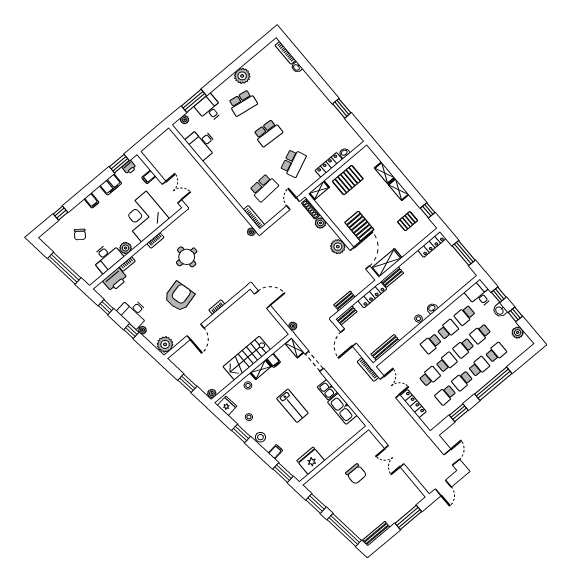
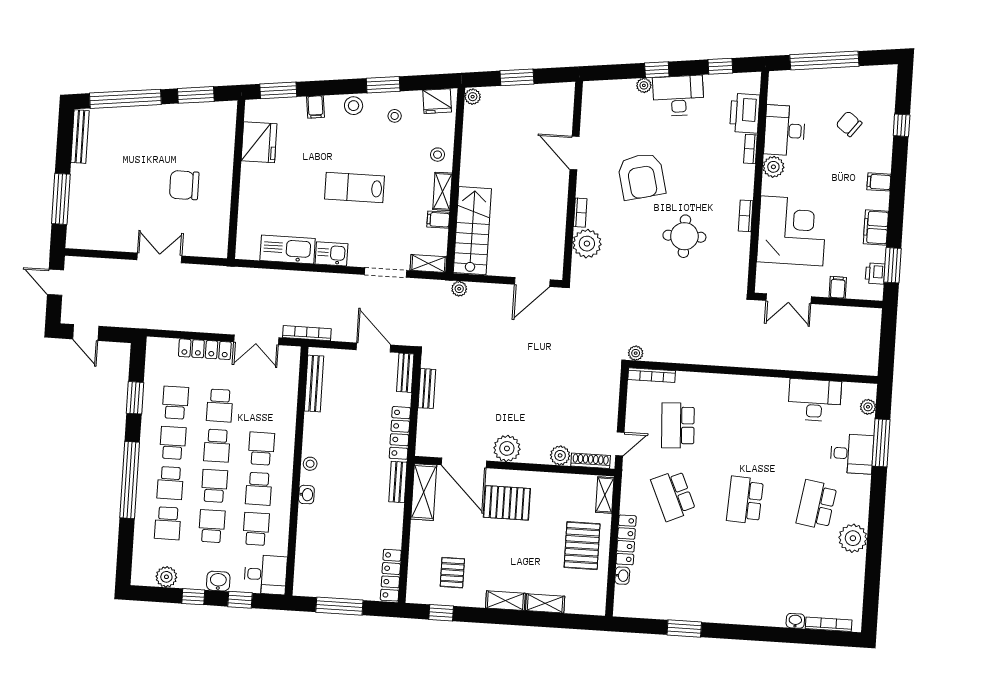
door: (293, 204) -> (620, 444), hinge flipped
plant: (165, 344) -> (587, 244), moved
stairs: (247, 358) -> (472, 231), moved

